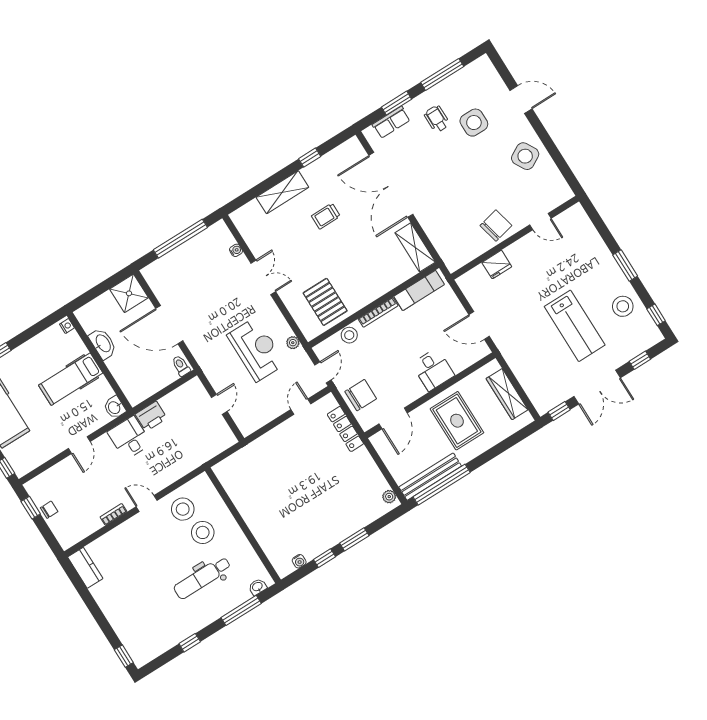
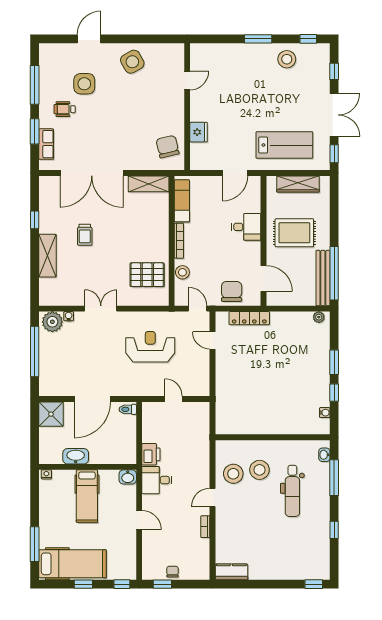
chair: (496, 226) -> (168, 147), moved
lab bench: (575, 326) -> (284, 145), moved
plant: (293, 343) -> (52, 322), moved, width x1.87, depth x1.87

